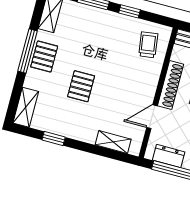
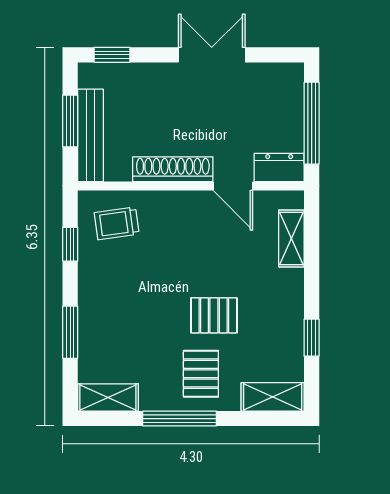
window: (129, 11) -> (70, 244), moved
pallet: (44, 57) -> (201, 374), moved, turned 90
dresser: (169, 156) -> (279, 168), moved, turned 90

